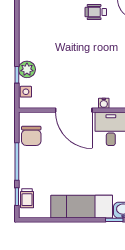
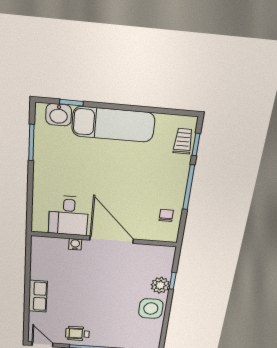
wheelchair: (96, 12) -> (77, 334), turned 180
side table: (26, 92) -> (151, 309), moved, width x1.87, depth x1.87
chair: (31, 136) -> (166, 215), width x0.54, depth x0.54

